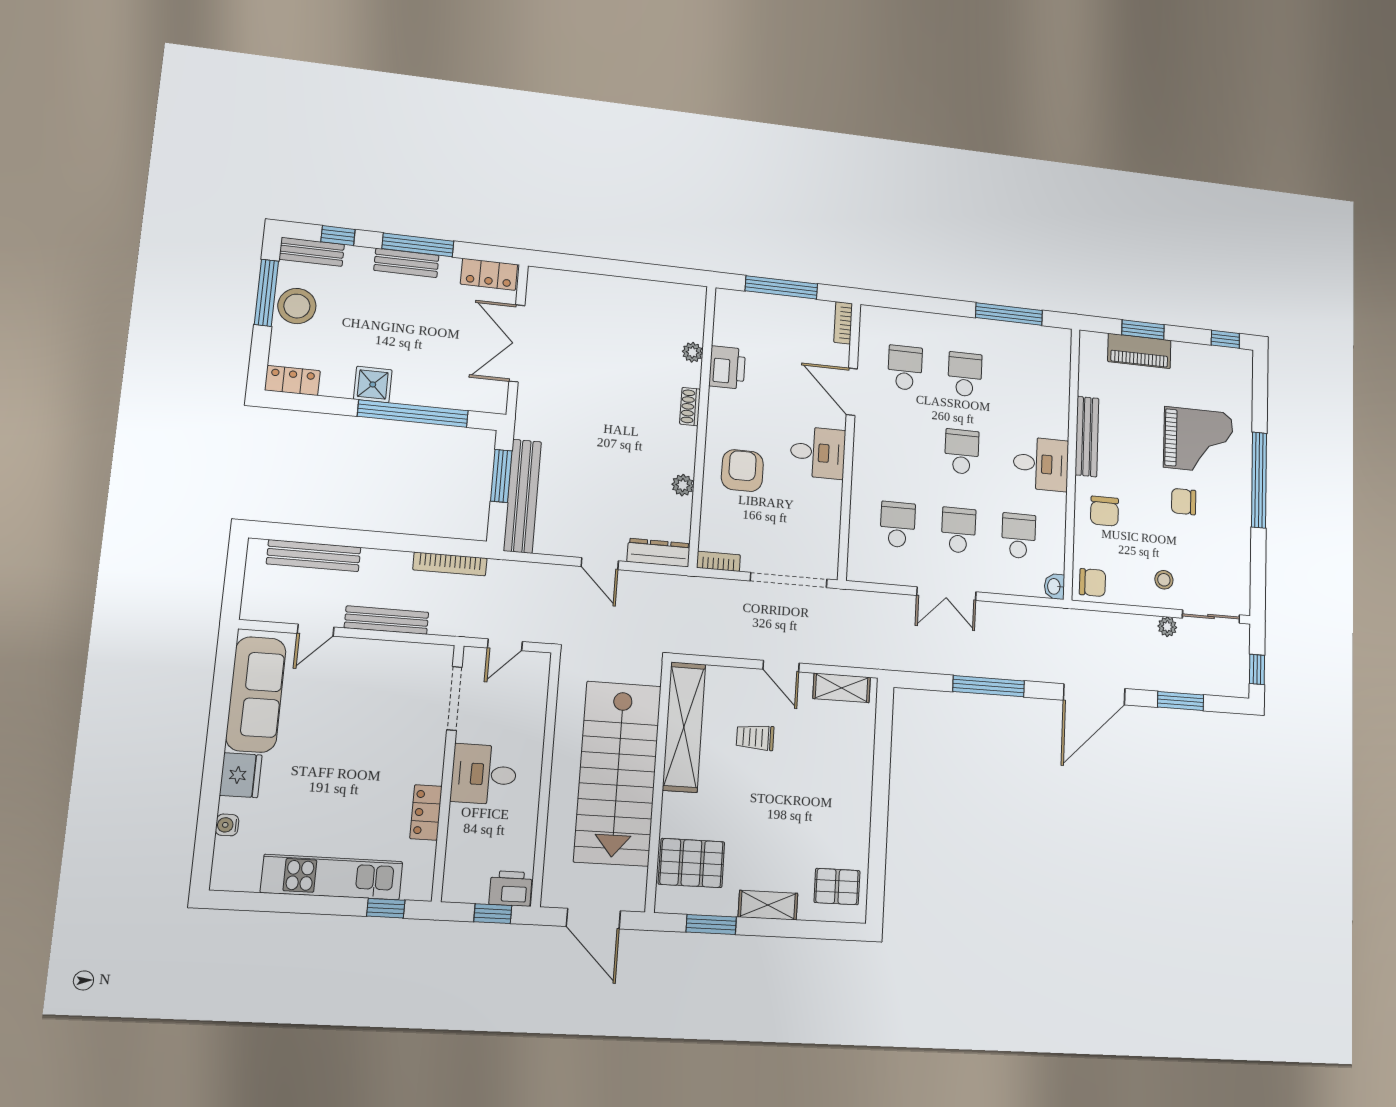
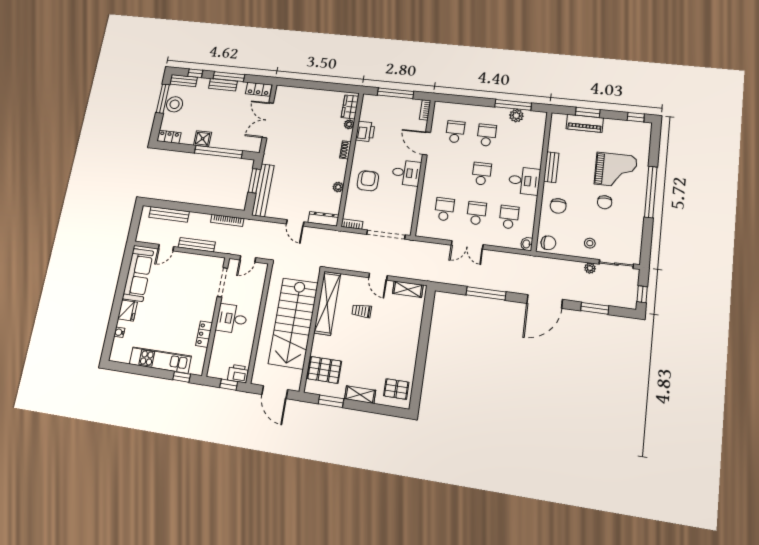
wardrobe: (691, 315) -> (350, 107), added
plant: (1017, 335) -> (516, 116), added
bench: (1087, 436) -> (551, 167), width x0.73
chair: (1184, 502) -> (605, 202), turned -90

